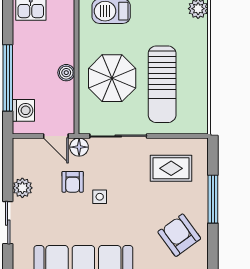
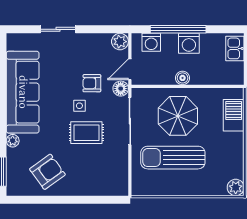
washing machine: (25, 65) -> (189, 43), added
rug: (171, 168) -> (86, 133), moved, turned 90
plant: (22, 188) -> (120, 42), moved
window: (213, 199) -> (77, 200), removed

